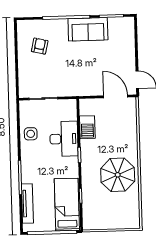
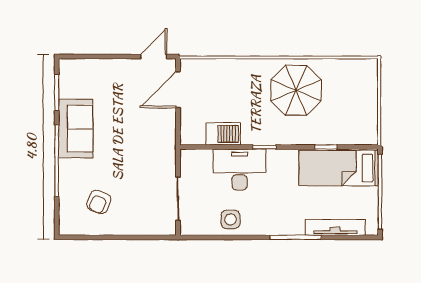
armchair: (40, 46) -> (99, 202), turned -80

